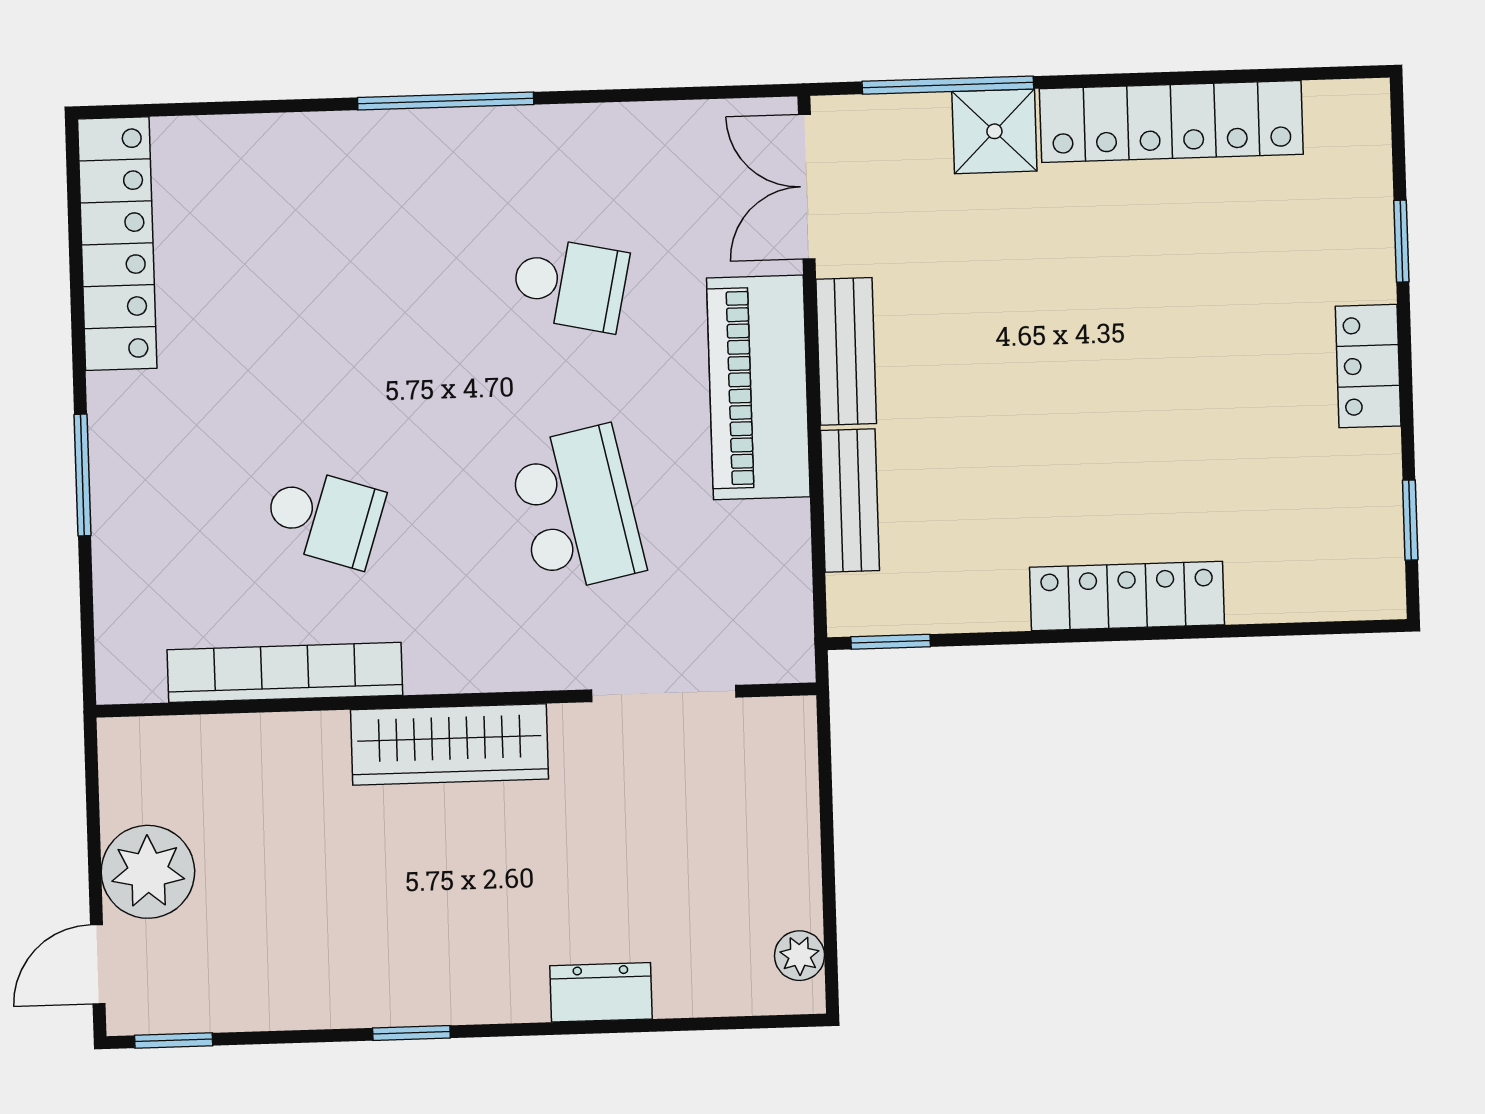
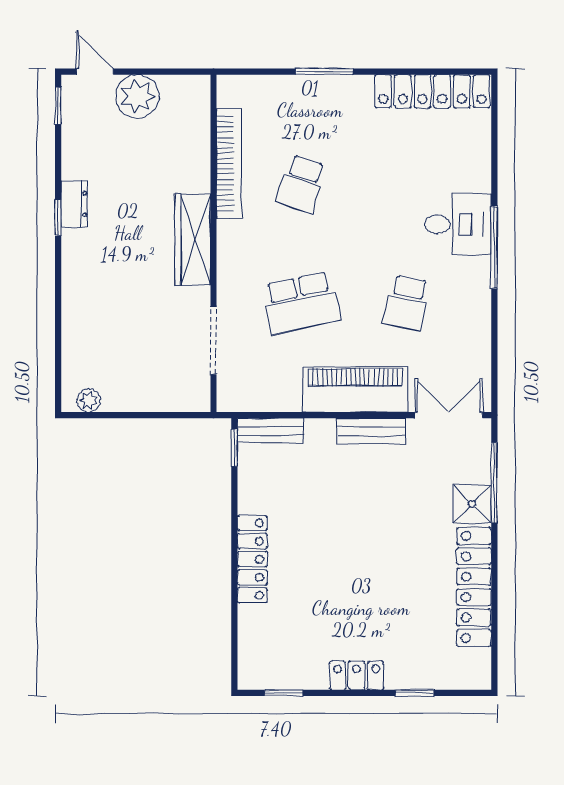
desk: (399, 180) -> (458, 224), added
bench: (850, 501) -> (271, 431), moved
dresser: (601, 992) -> (74, 204), moved

